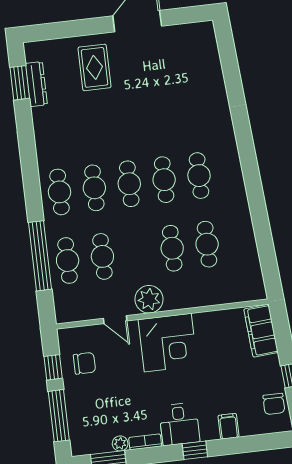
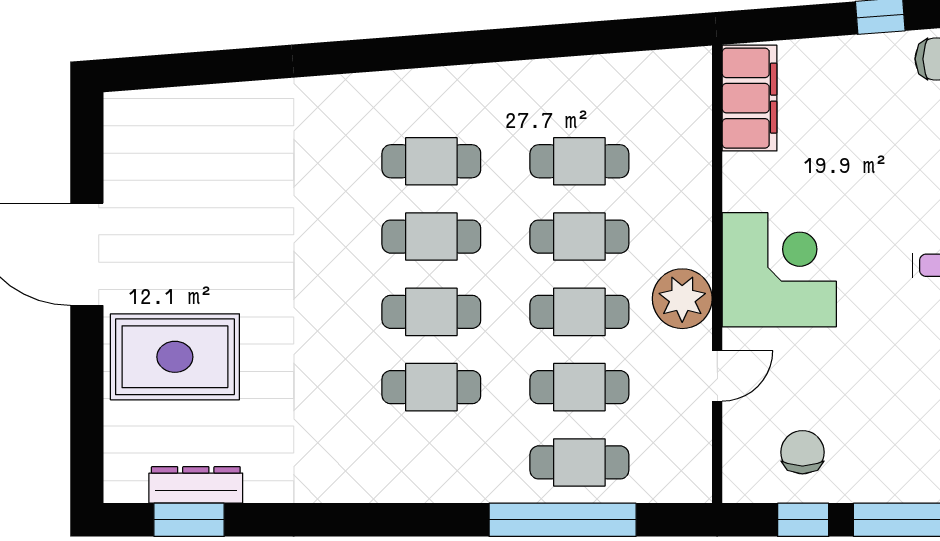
rug: (94, 67) -> (175, 357), width x1.36, depth x1.43
cafe table: (59, 192) -> (579, 312), moved
filing cabinet: (261, 331) -> (750, 98), moved, turned -86

